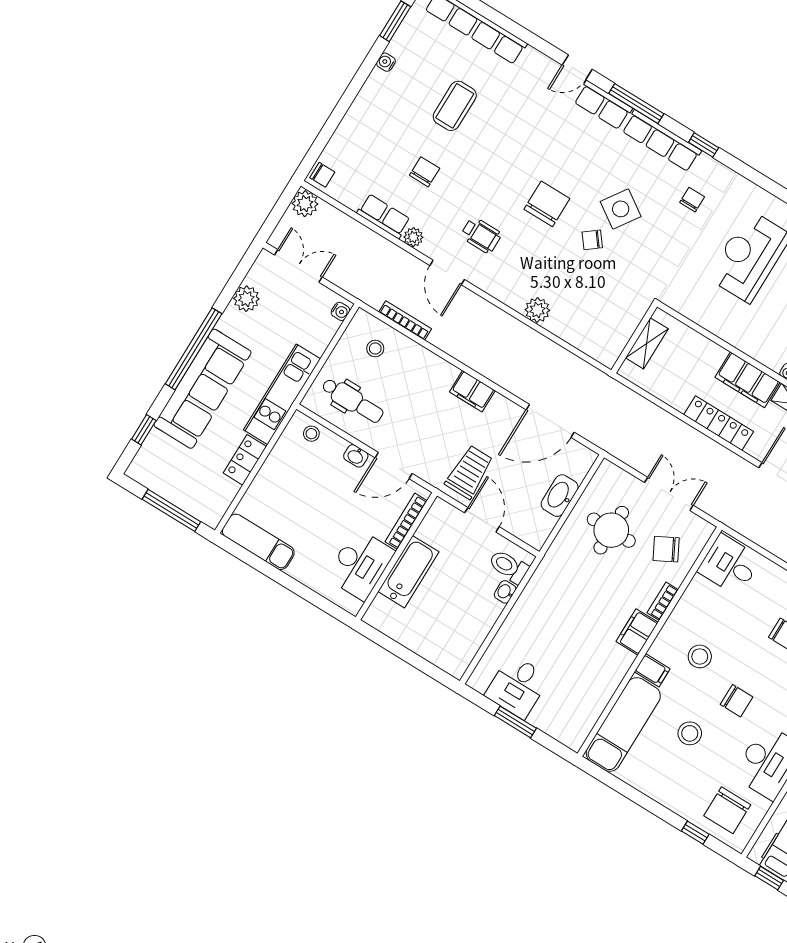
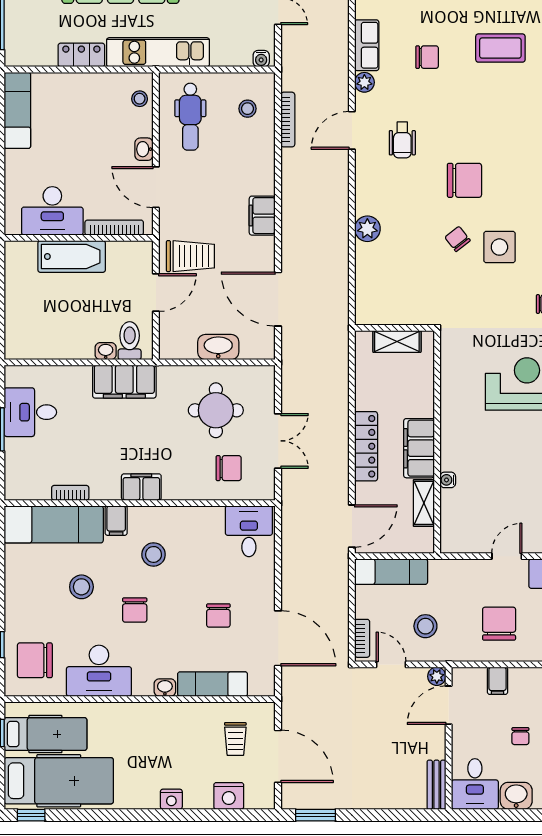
side table: (621, 209) -> (499, 247), turned -34
chair: (666, 549) -> (229, 468), turned 118
filing cabinet: (540, 592) -> (124, 382), added
bookcase: (663, 601) -> (70, 493), moved

